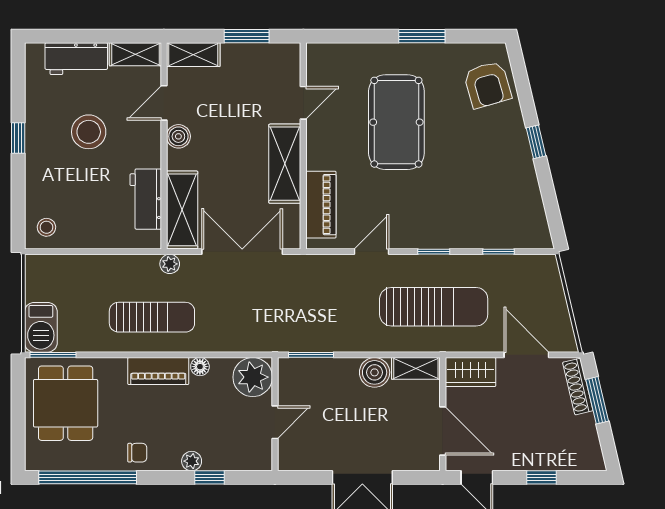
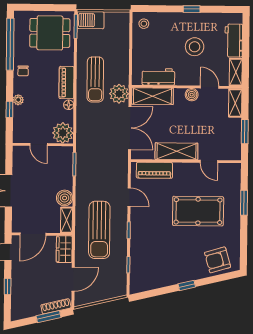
window: (422, 36) -> (244, 203), moved
plant: (170, 264) -> (119, 94), width x1.88, depth x1.88

